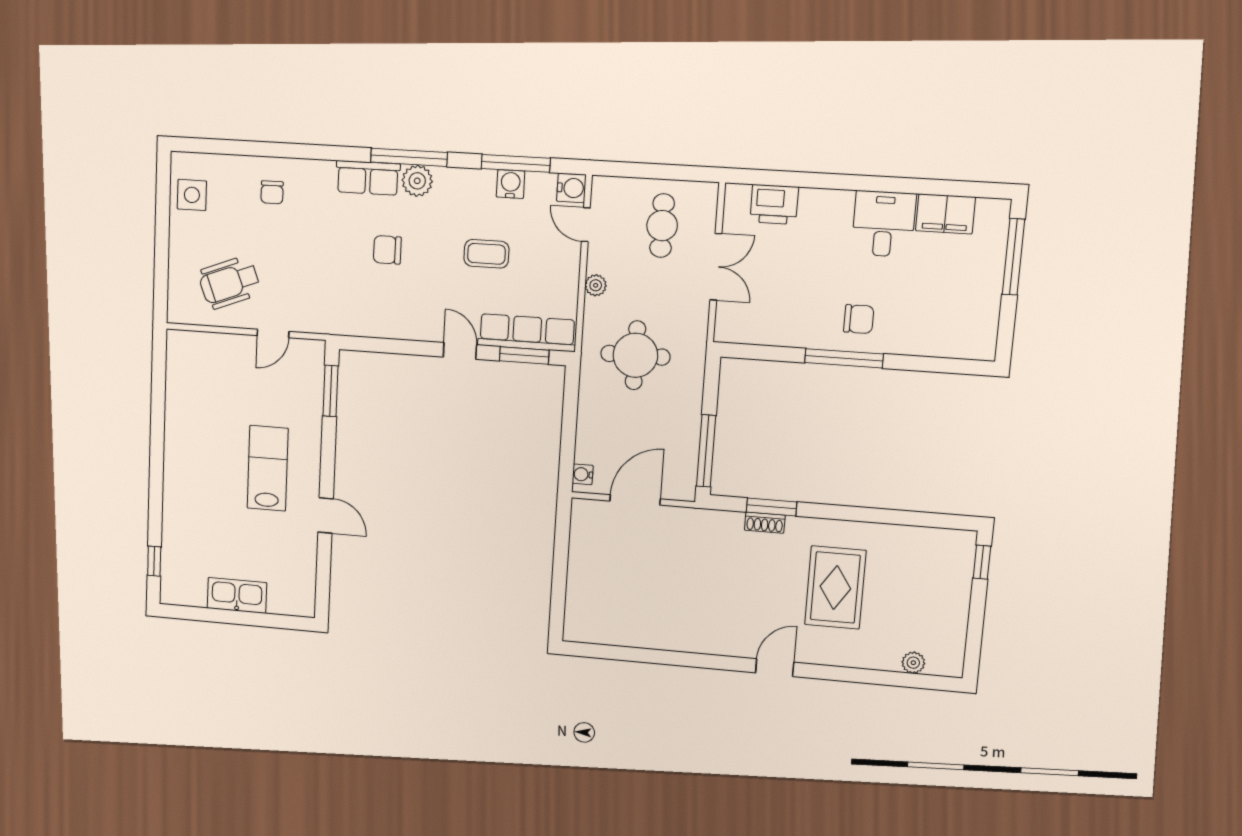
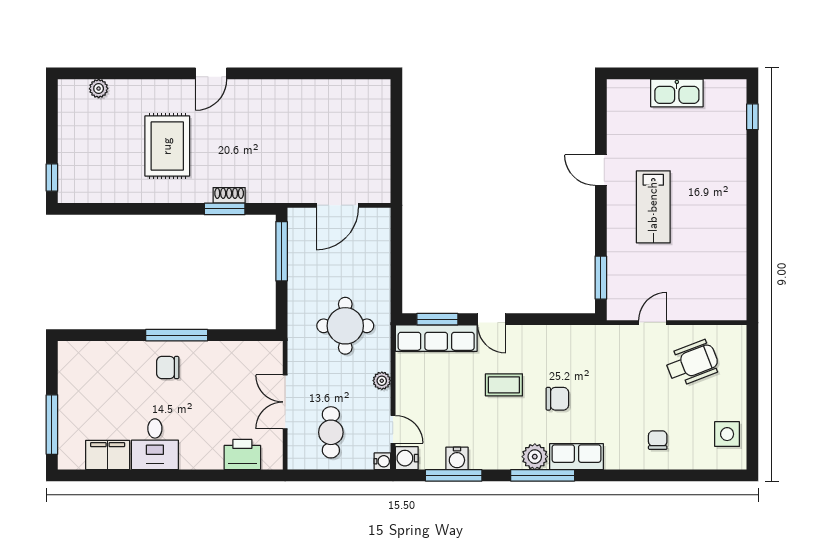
coffee table: (486, 254) -> (504, 385), moved
water cooler: (583, 474) -> (382, 461), moved

